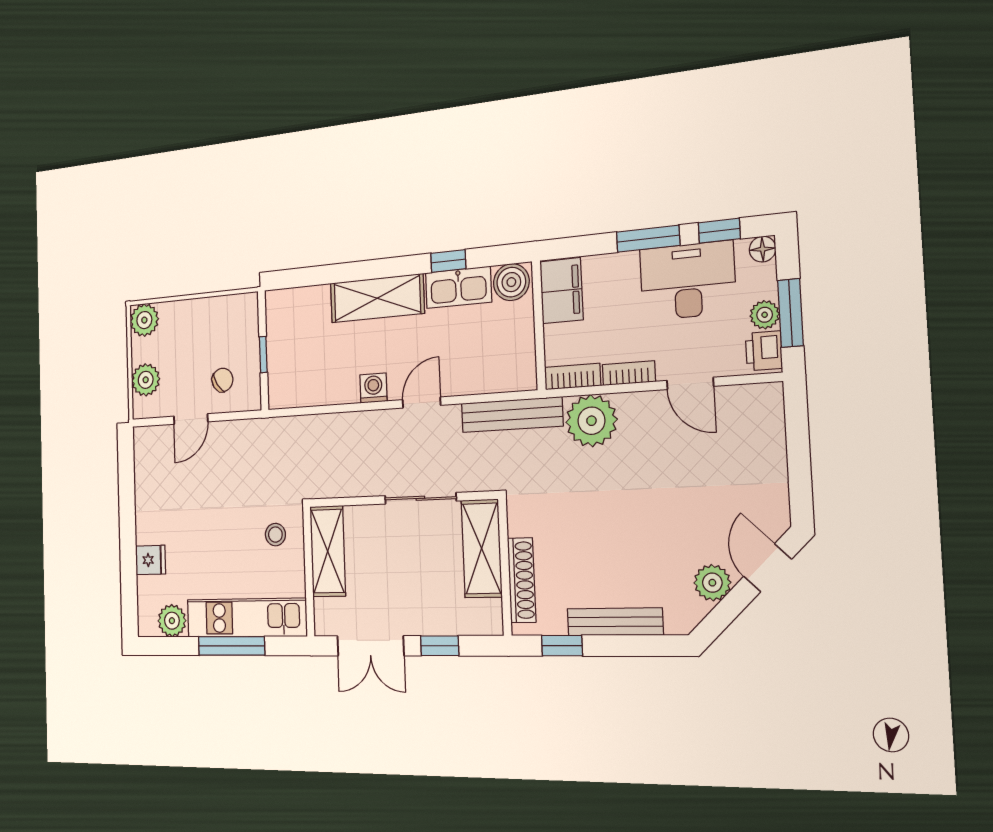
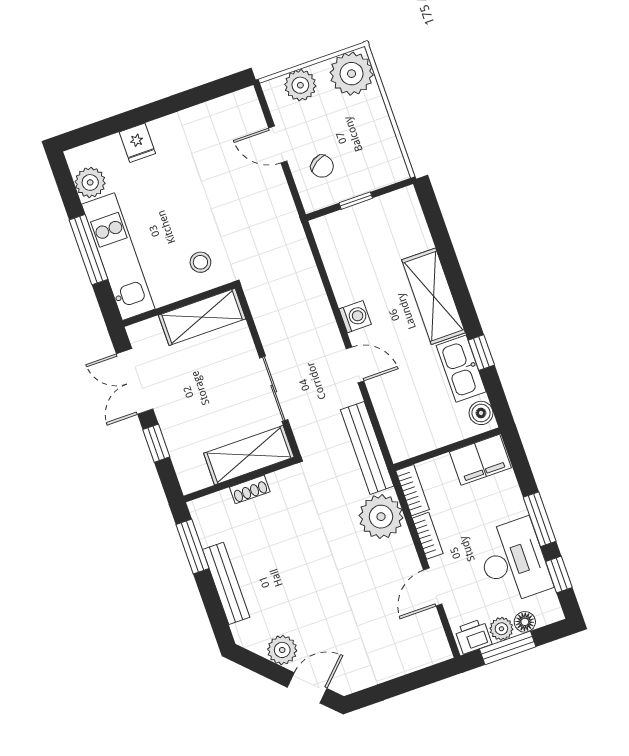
floor lamp: (763, 249) -> (525, 622), moved
boiler: (511, 282) -> (481, 413), width x0.73, depth x0.73
plant: (144, 320) -> (352, 74), width x1.36, depth x1.36
shoe rack: (522, 580) -> (250, 489), width x0.51, depth x0.81
window: (562, 646) -> (192, 547), width x1.50

